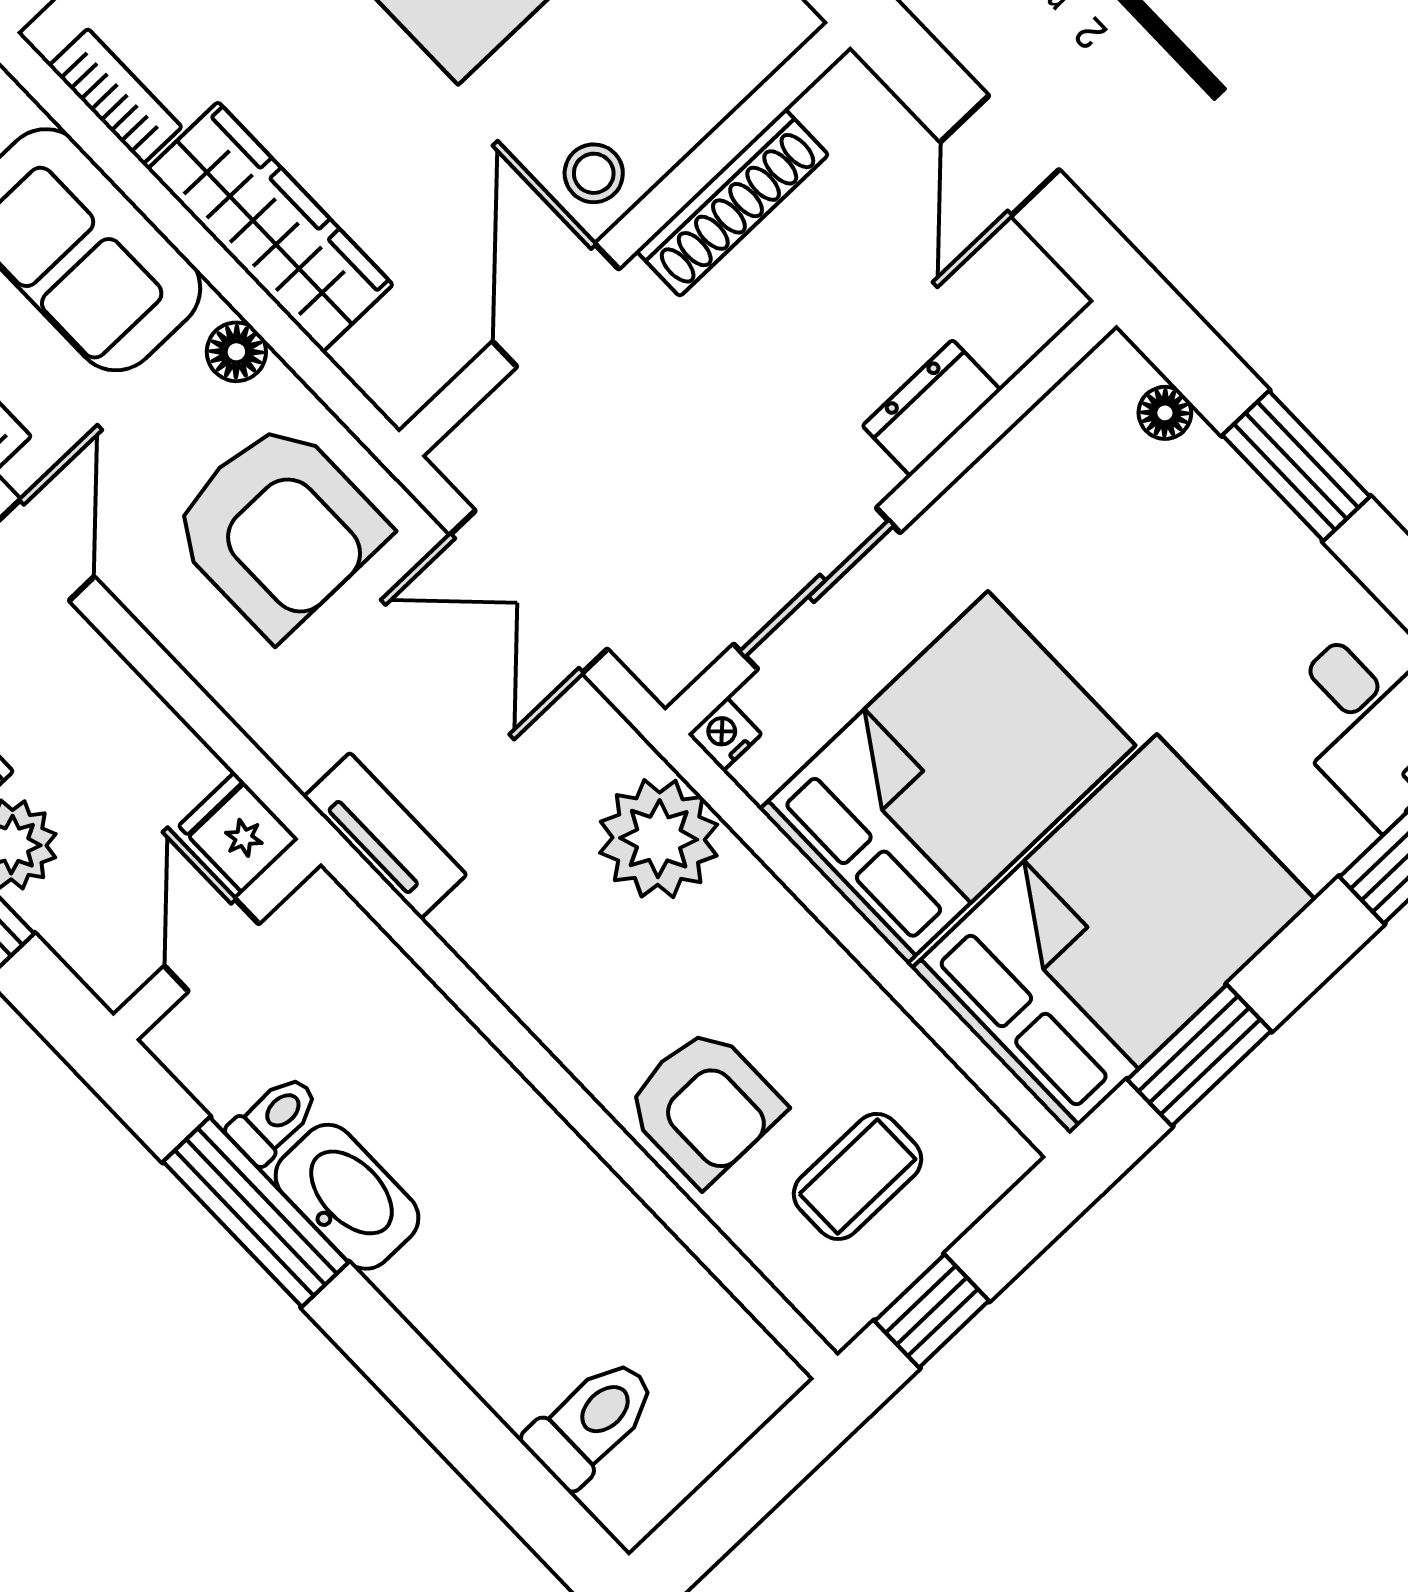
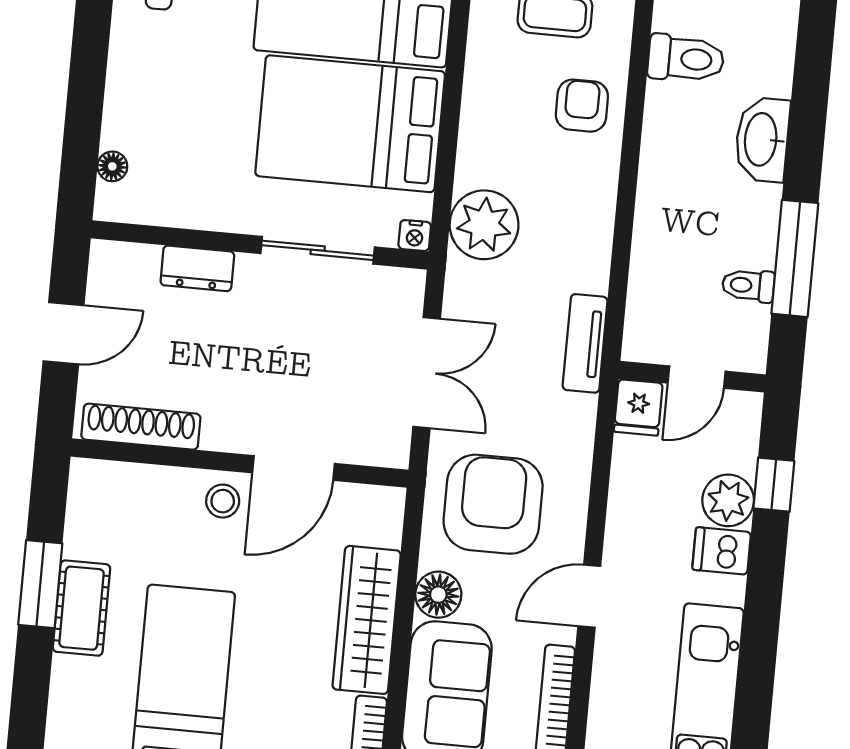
shoe rack: (732, 203) -> (141, 427), moved
floor lamp: (236, 352) -> (438, 595), width x1.37, depth x1.37
window: (1296, 466) -> (86, 90), removed
armchair: (704, 1106) -> (582, 106), width x0.72, depth x0.72
washbasin: (347, 1197) -> (762, 140), moved
toilet: (592, 1422) -> (686, 59), moved, turned 180

